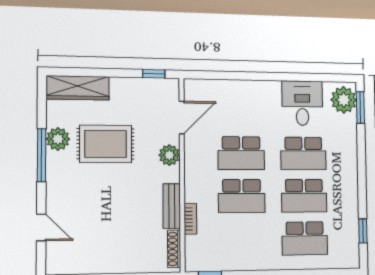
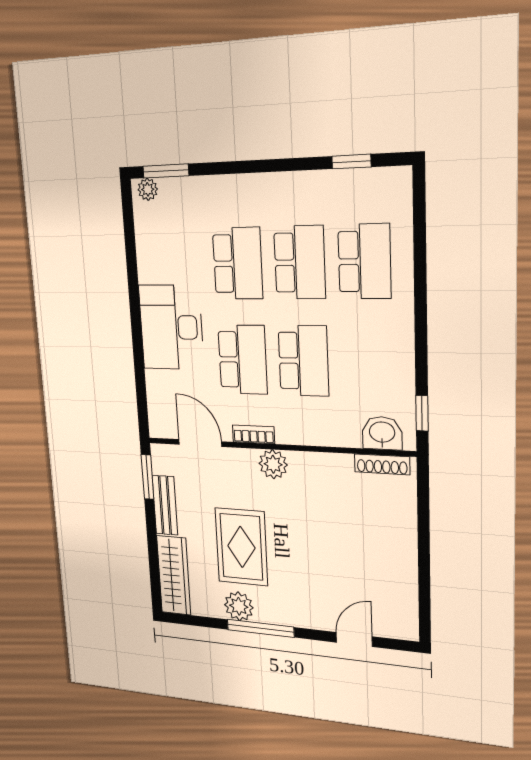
window: (154, 74) -> (147, 477), width x1.50
plant: (344, 100) -> (148, 189), width x0.53, depth x0.53
desk: (302, 103) -> (171, 327), moved, width x1.37
plant: (169, 155) -> (273, 464), moved
bench: (172, 206) -> (165, 505), moved, turned 90
bookcase: (190, 219) -> (254, 434), moved
washbasin: (196, 249) -> (382, 433), added

